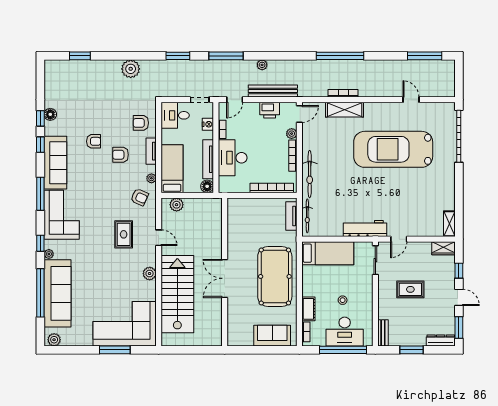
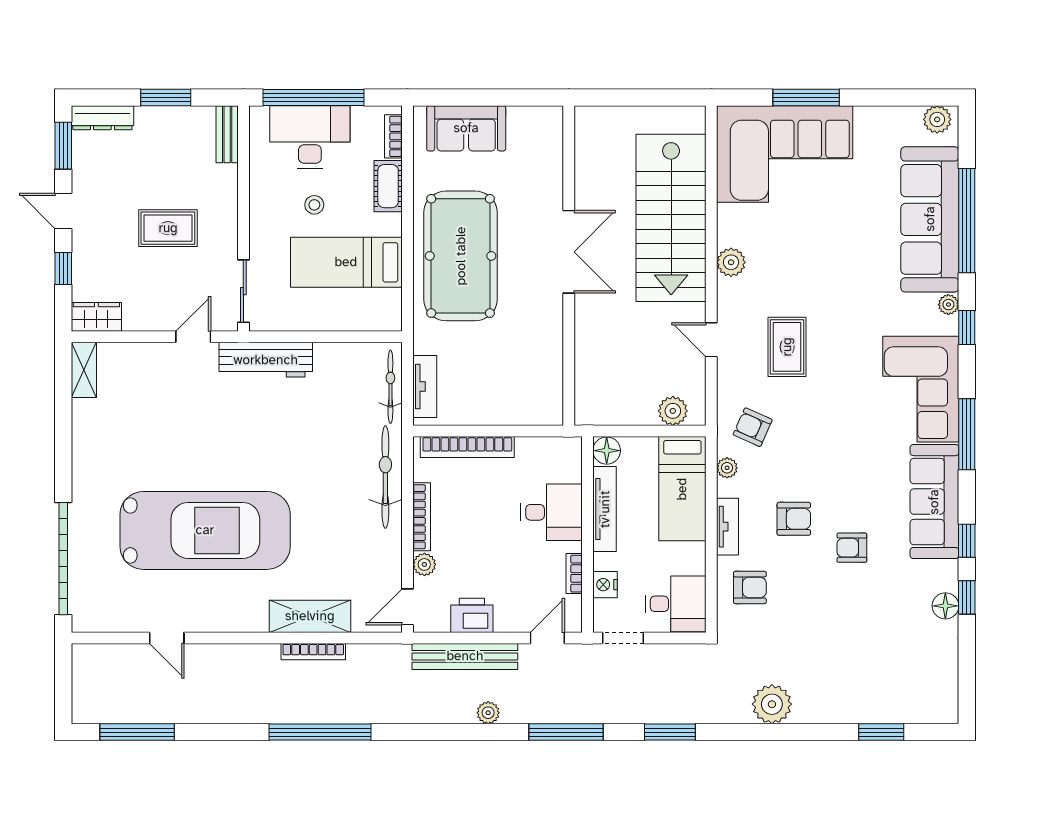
desk: (233, 158) -> (552, 512), width x0.73
bed: (328, 253) -> (346, 262), moved

